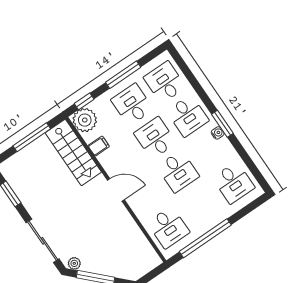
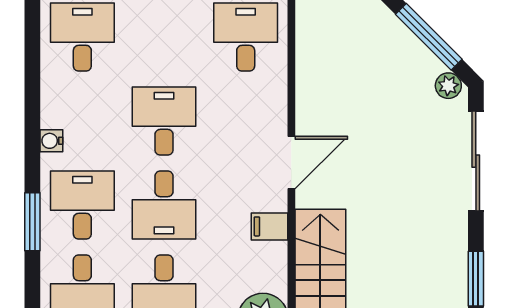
window: (222, 124) -> (32, 222), moved
filing cabinet: (99, 146) -> (270, 226), moved
door: (116, 190) -> (291, 162), swing flipped

